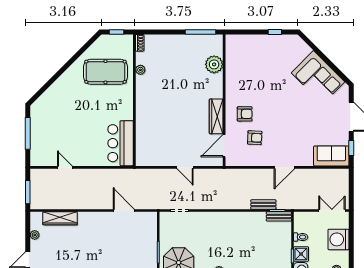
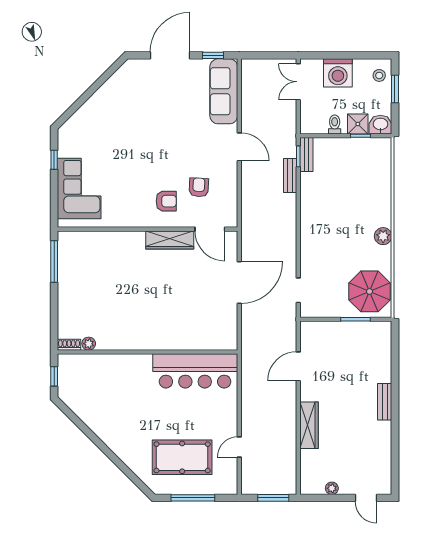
plant: (214, 64) -> (99, 243), removed
plant: (140, 70) -> (89, 344), moved
pool table: (105, 72) -> (182, 457), moved, turned 90
corner sofa: (318, 77) -> (79, 189), moved, turned -45
armchair: (245, 114) -> (166, 201), turned 90
bar counter: (121, 143) -> (195, 371), width x1.36
sofa: (331, 156) -> (224, 91), width x1.36
door: (185, 167) -> (239, 283), width x1.87
wardrobe: (60, 218) -> (309, 425), moved

